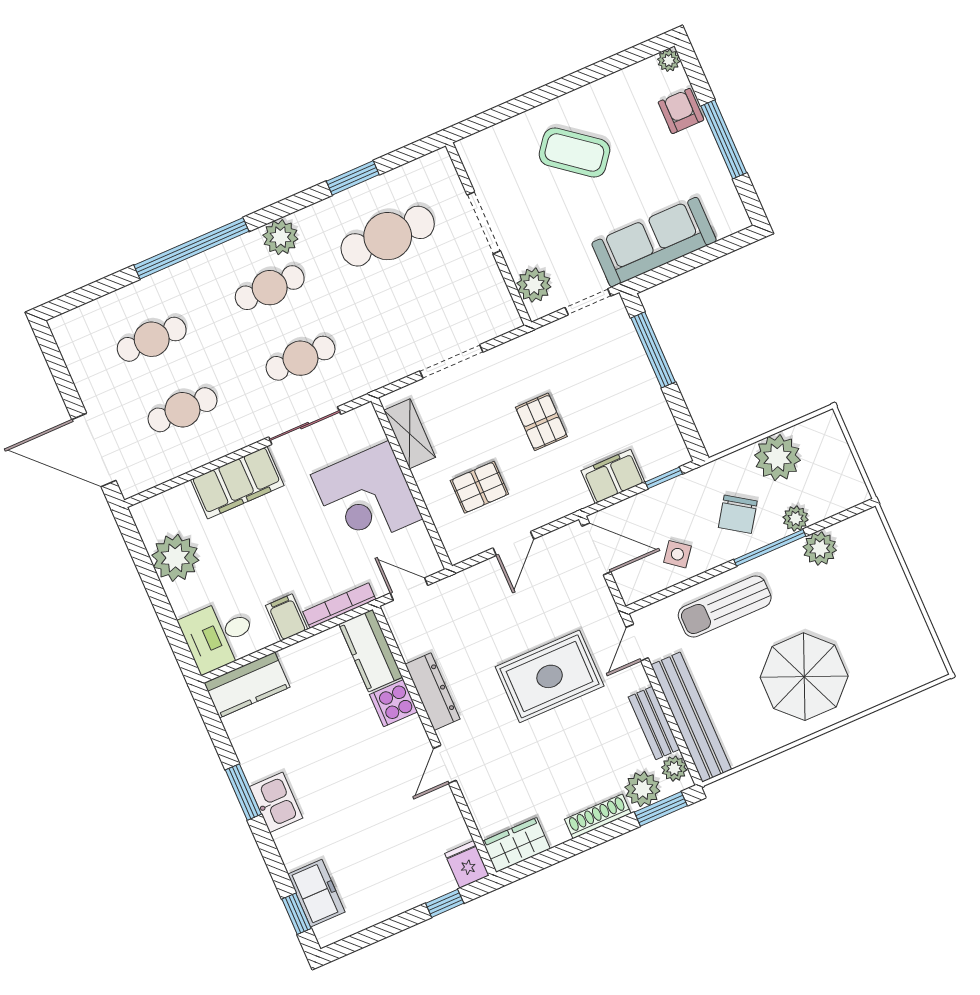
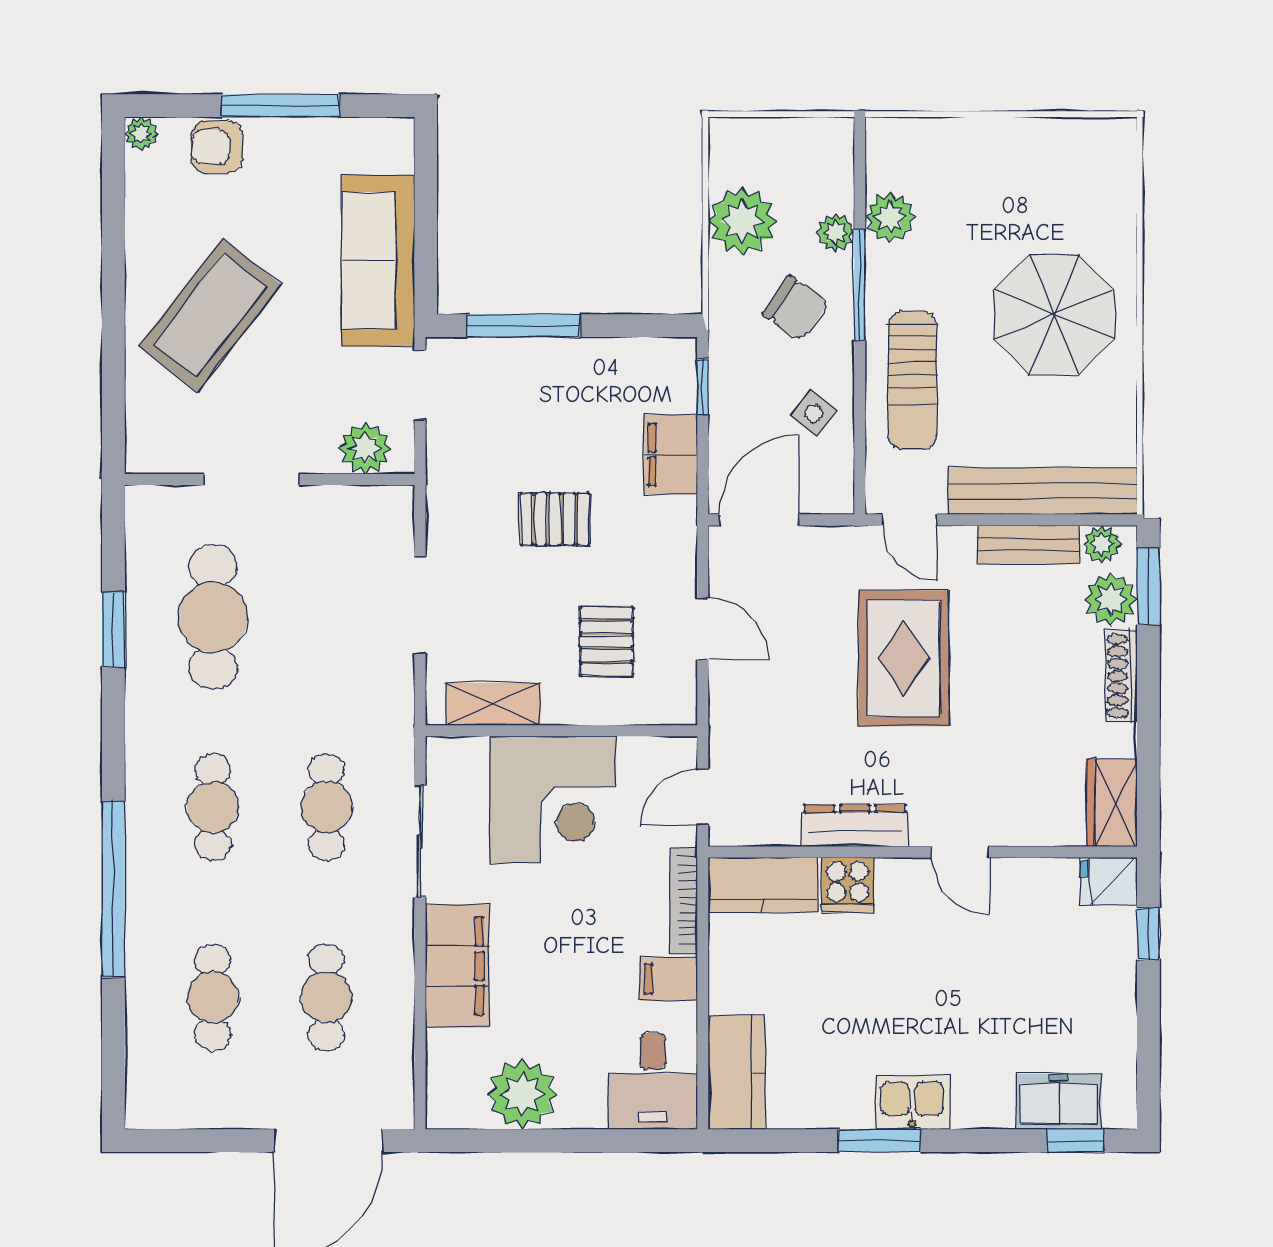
coffee table: (574, 152) -> (210, 315), width x1.36, depth x1.32
plant: (280, 237) -> (151, 763), removed

